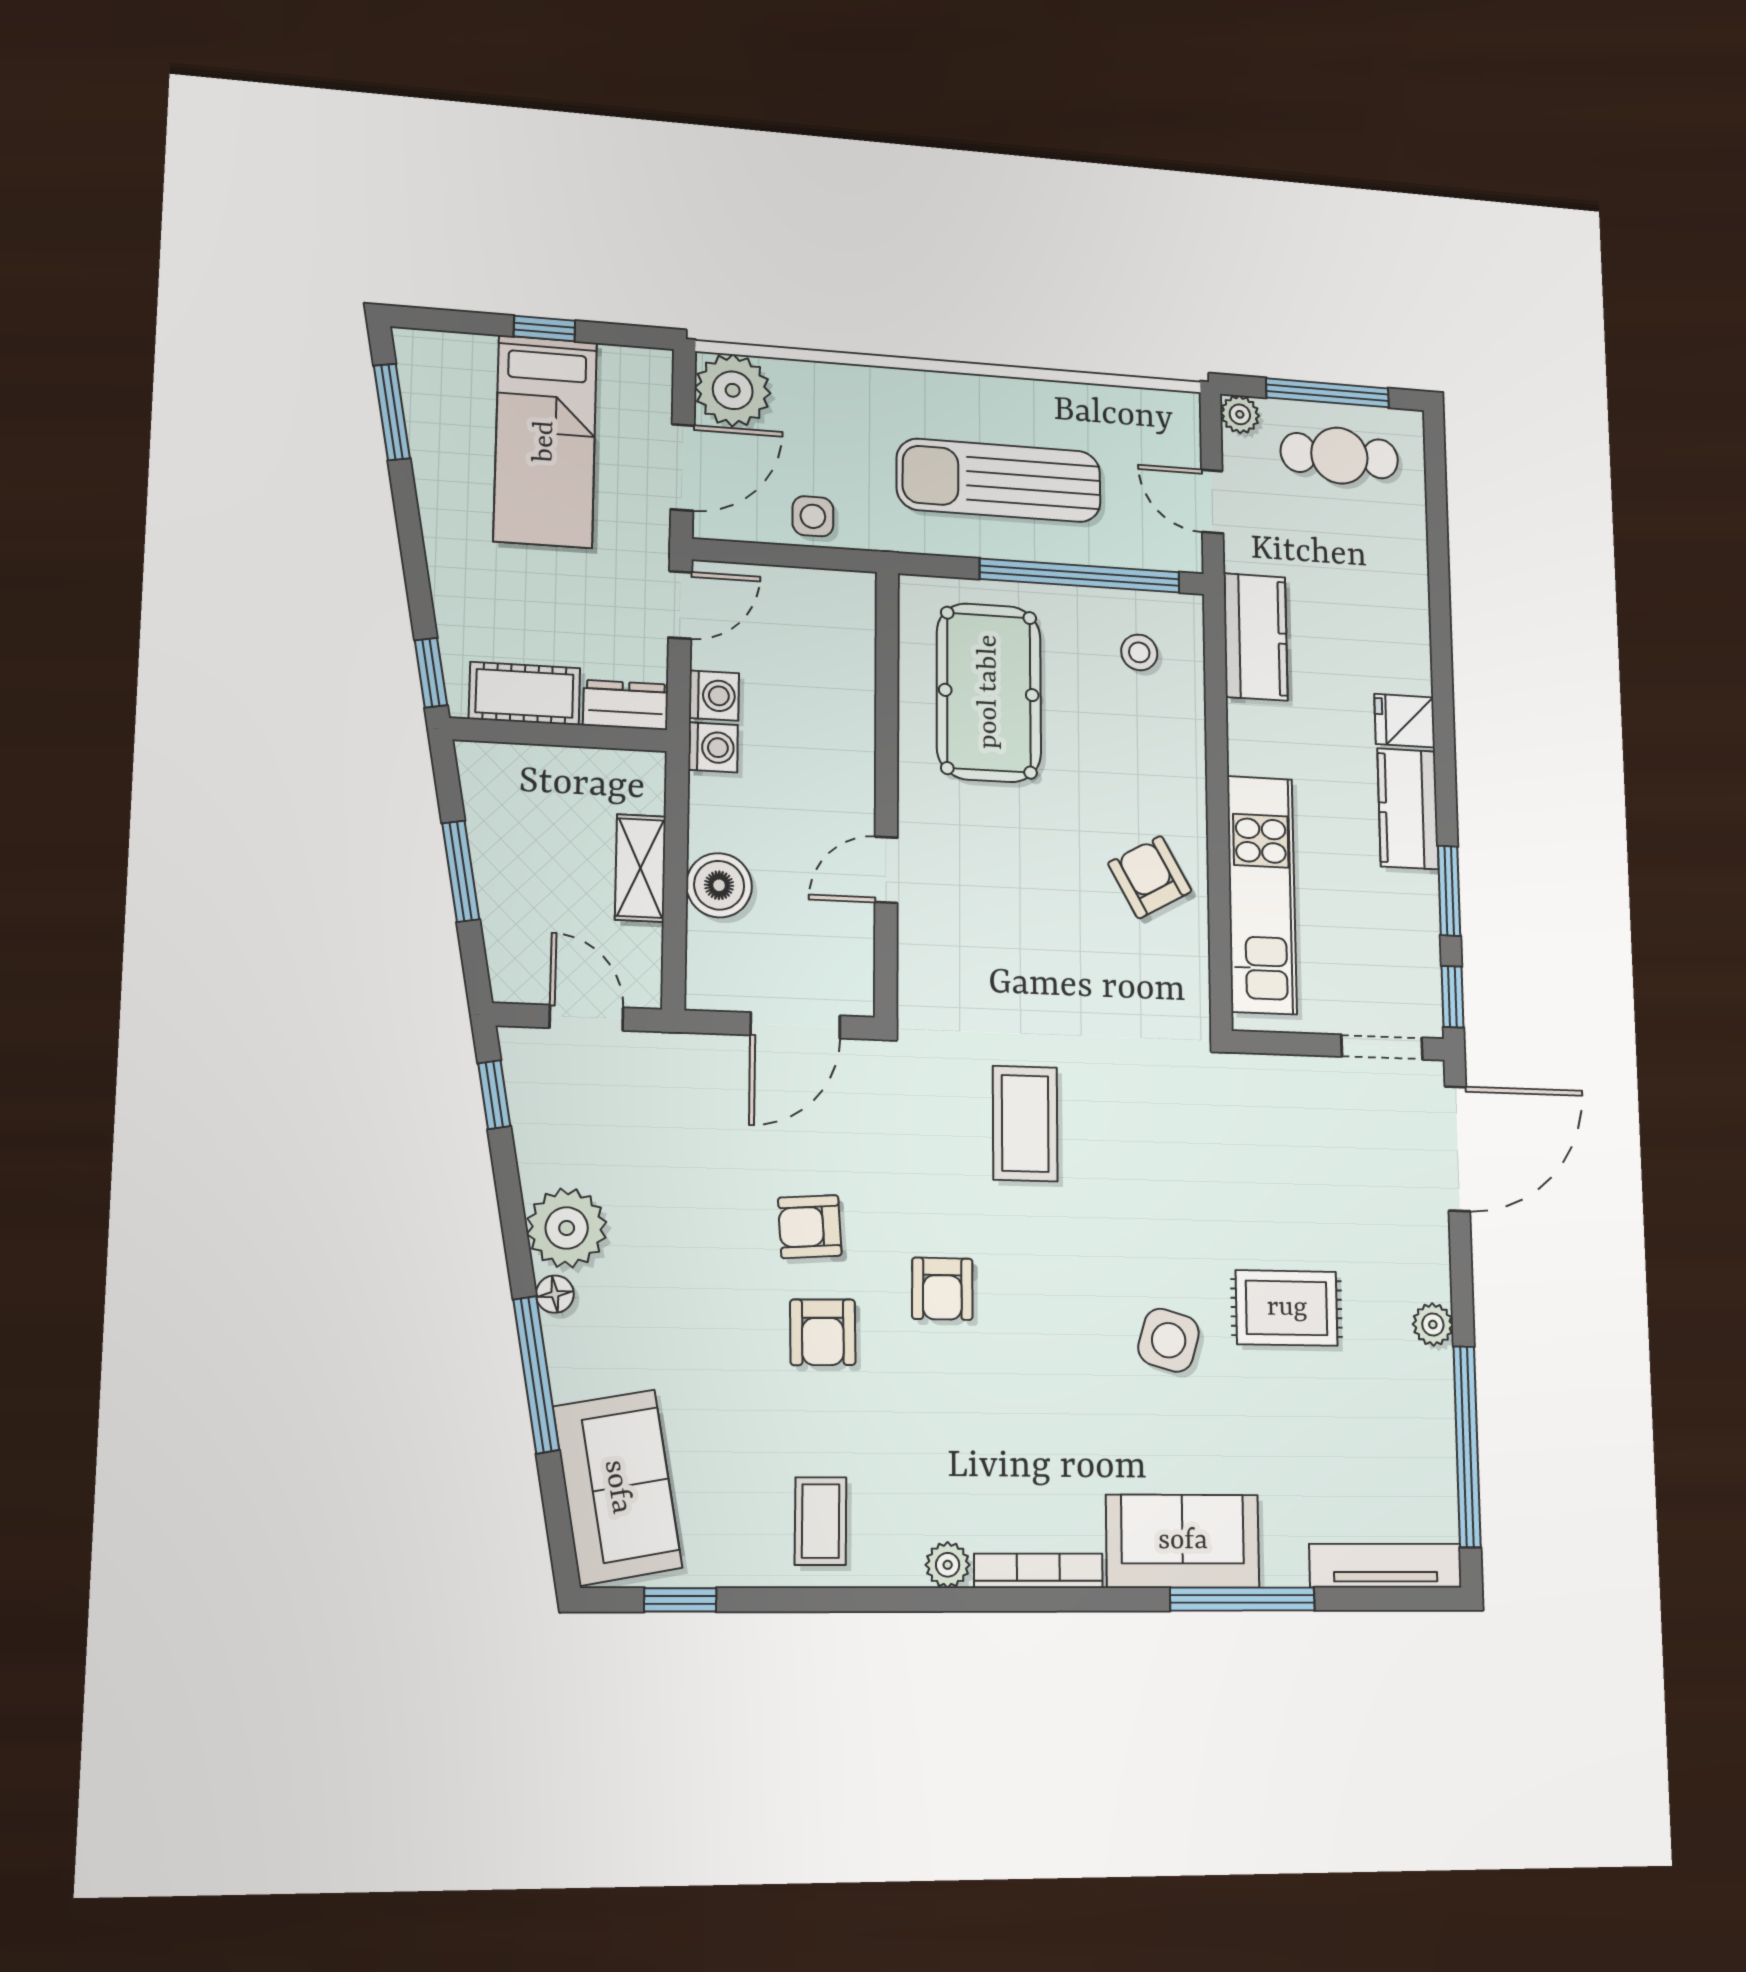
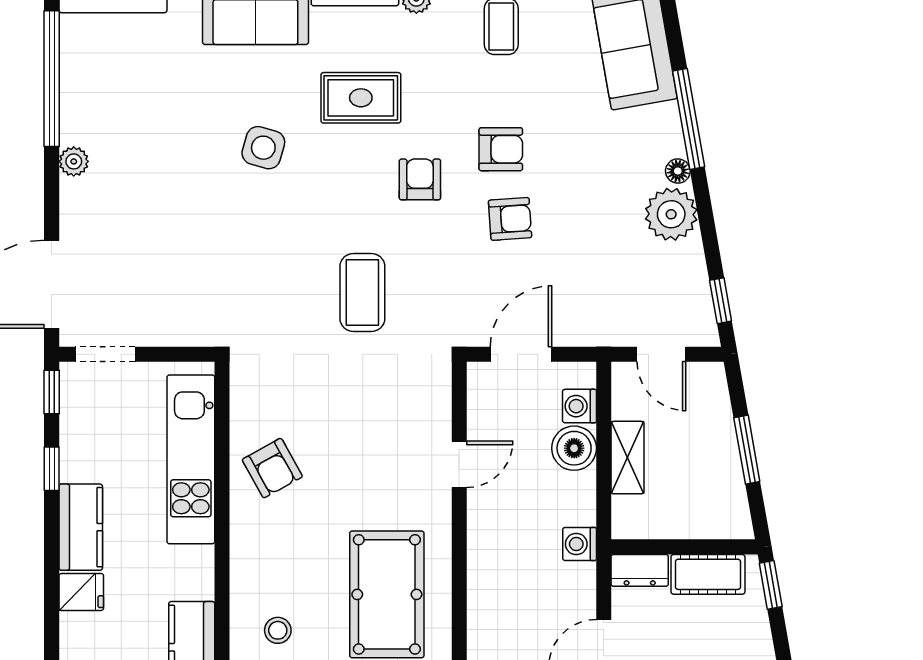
washing machine: (714, 696) -> (579, 406), moved
window: (1449, 891) -> (52, 469), width x0.67
rug: (1287, 1308) -> (361, 98), moved
armchair: (823, 1332) -> (501, 149), turned 91

